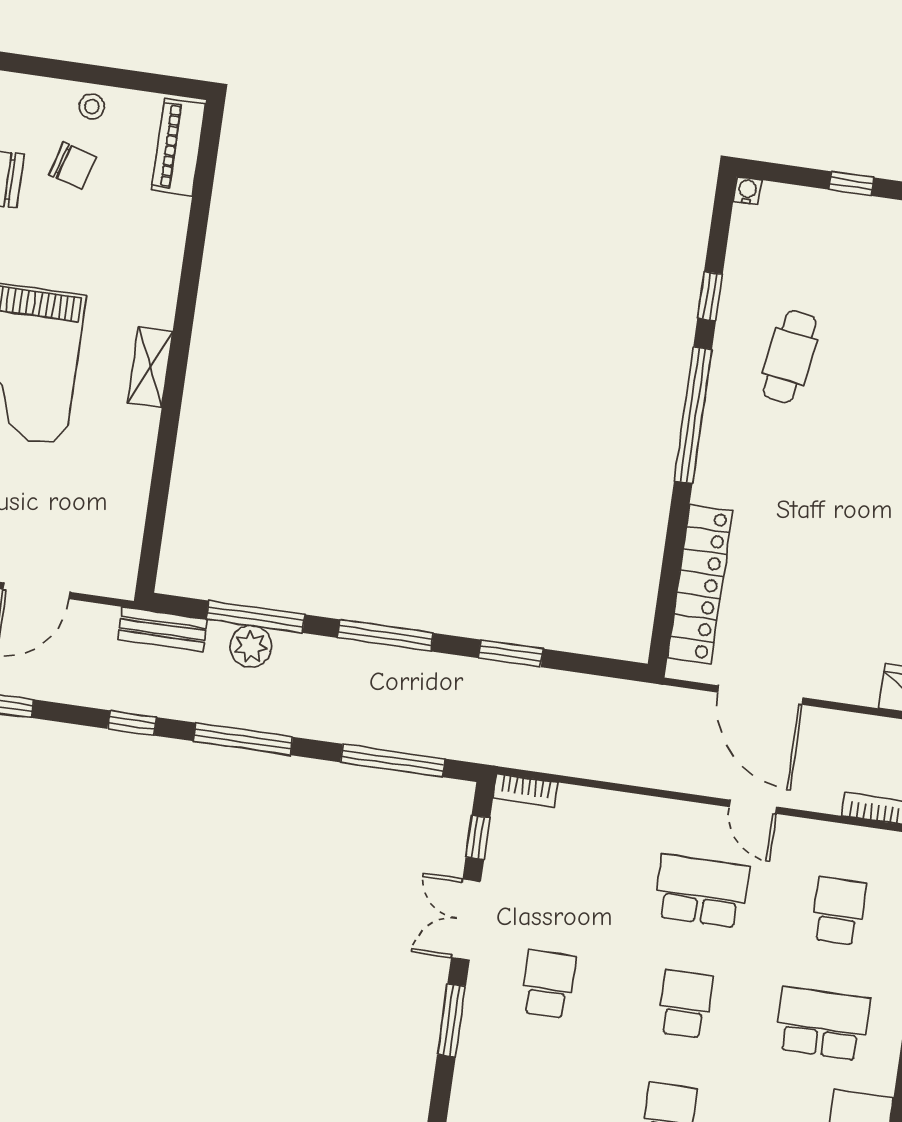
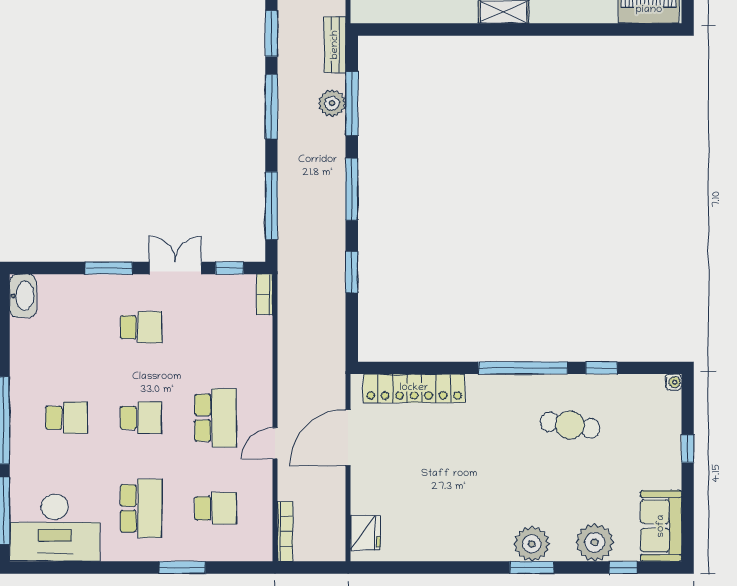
window: (132, 723) -> (271, 33), width x1.50

